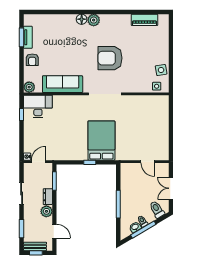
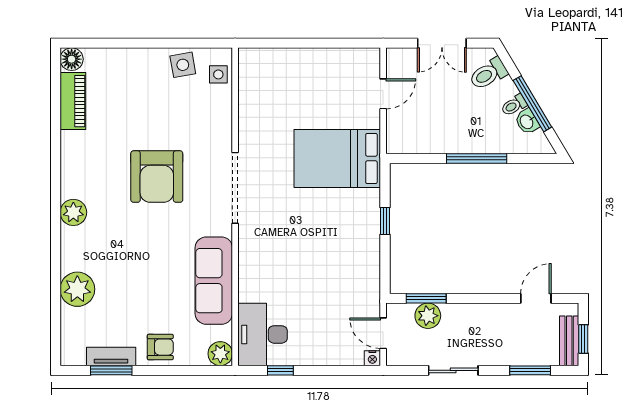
floor lamp: (82, 19) -> (72, 59), moved
plant: (59, 22) -> (77, 289), added
bed: (101, 141) -> (337, 158), moved
dresser: (48, 197) -> (460, 313), removed
plant: (46, 211) -> (428, 316), moved

